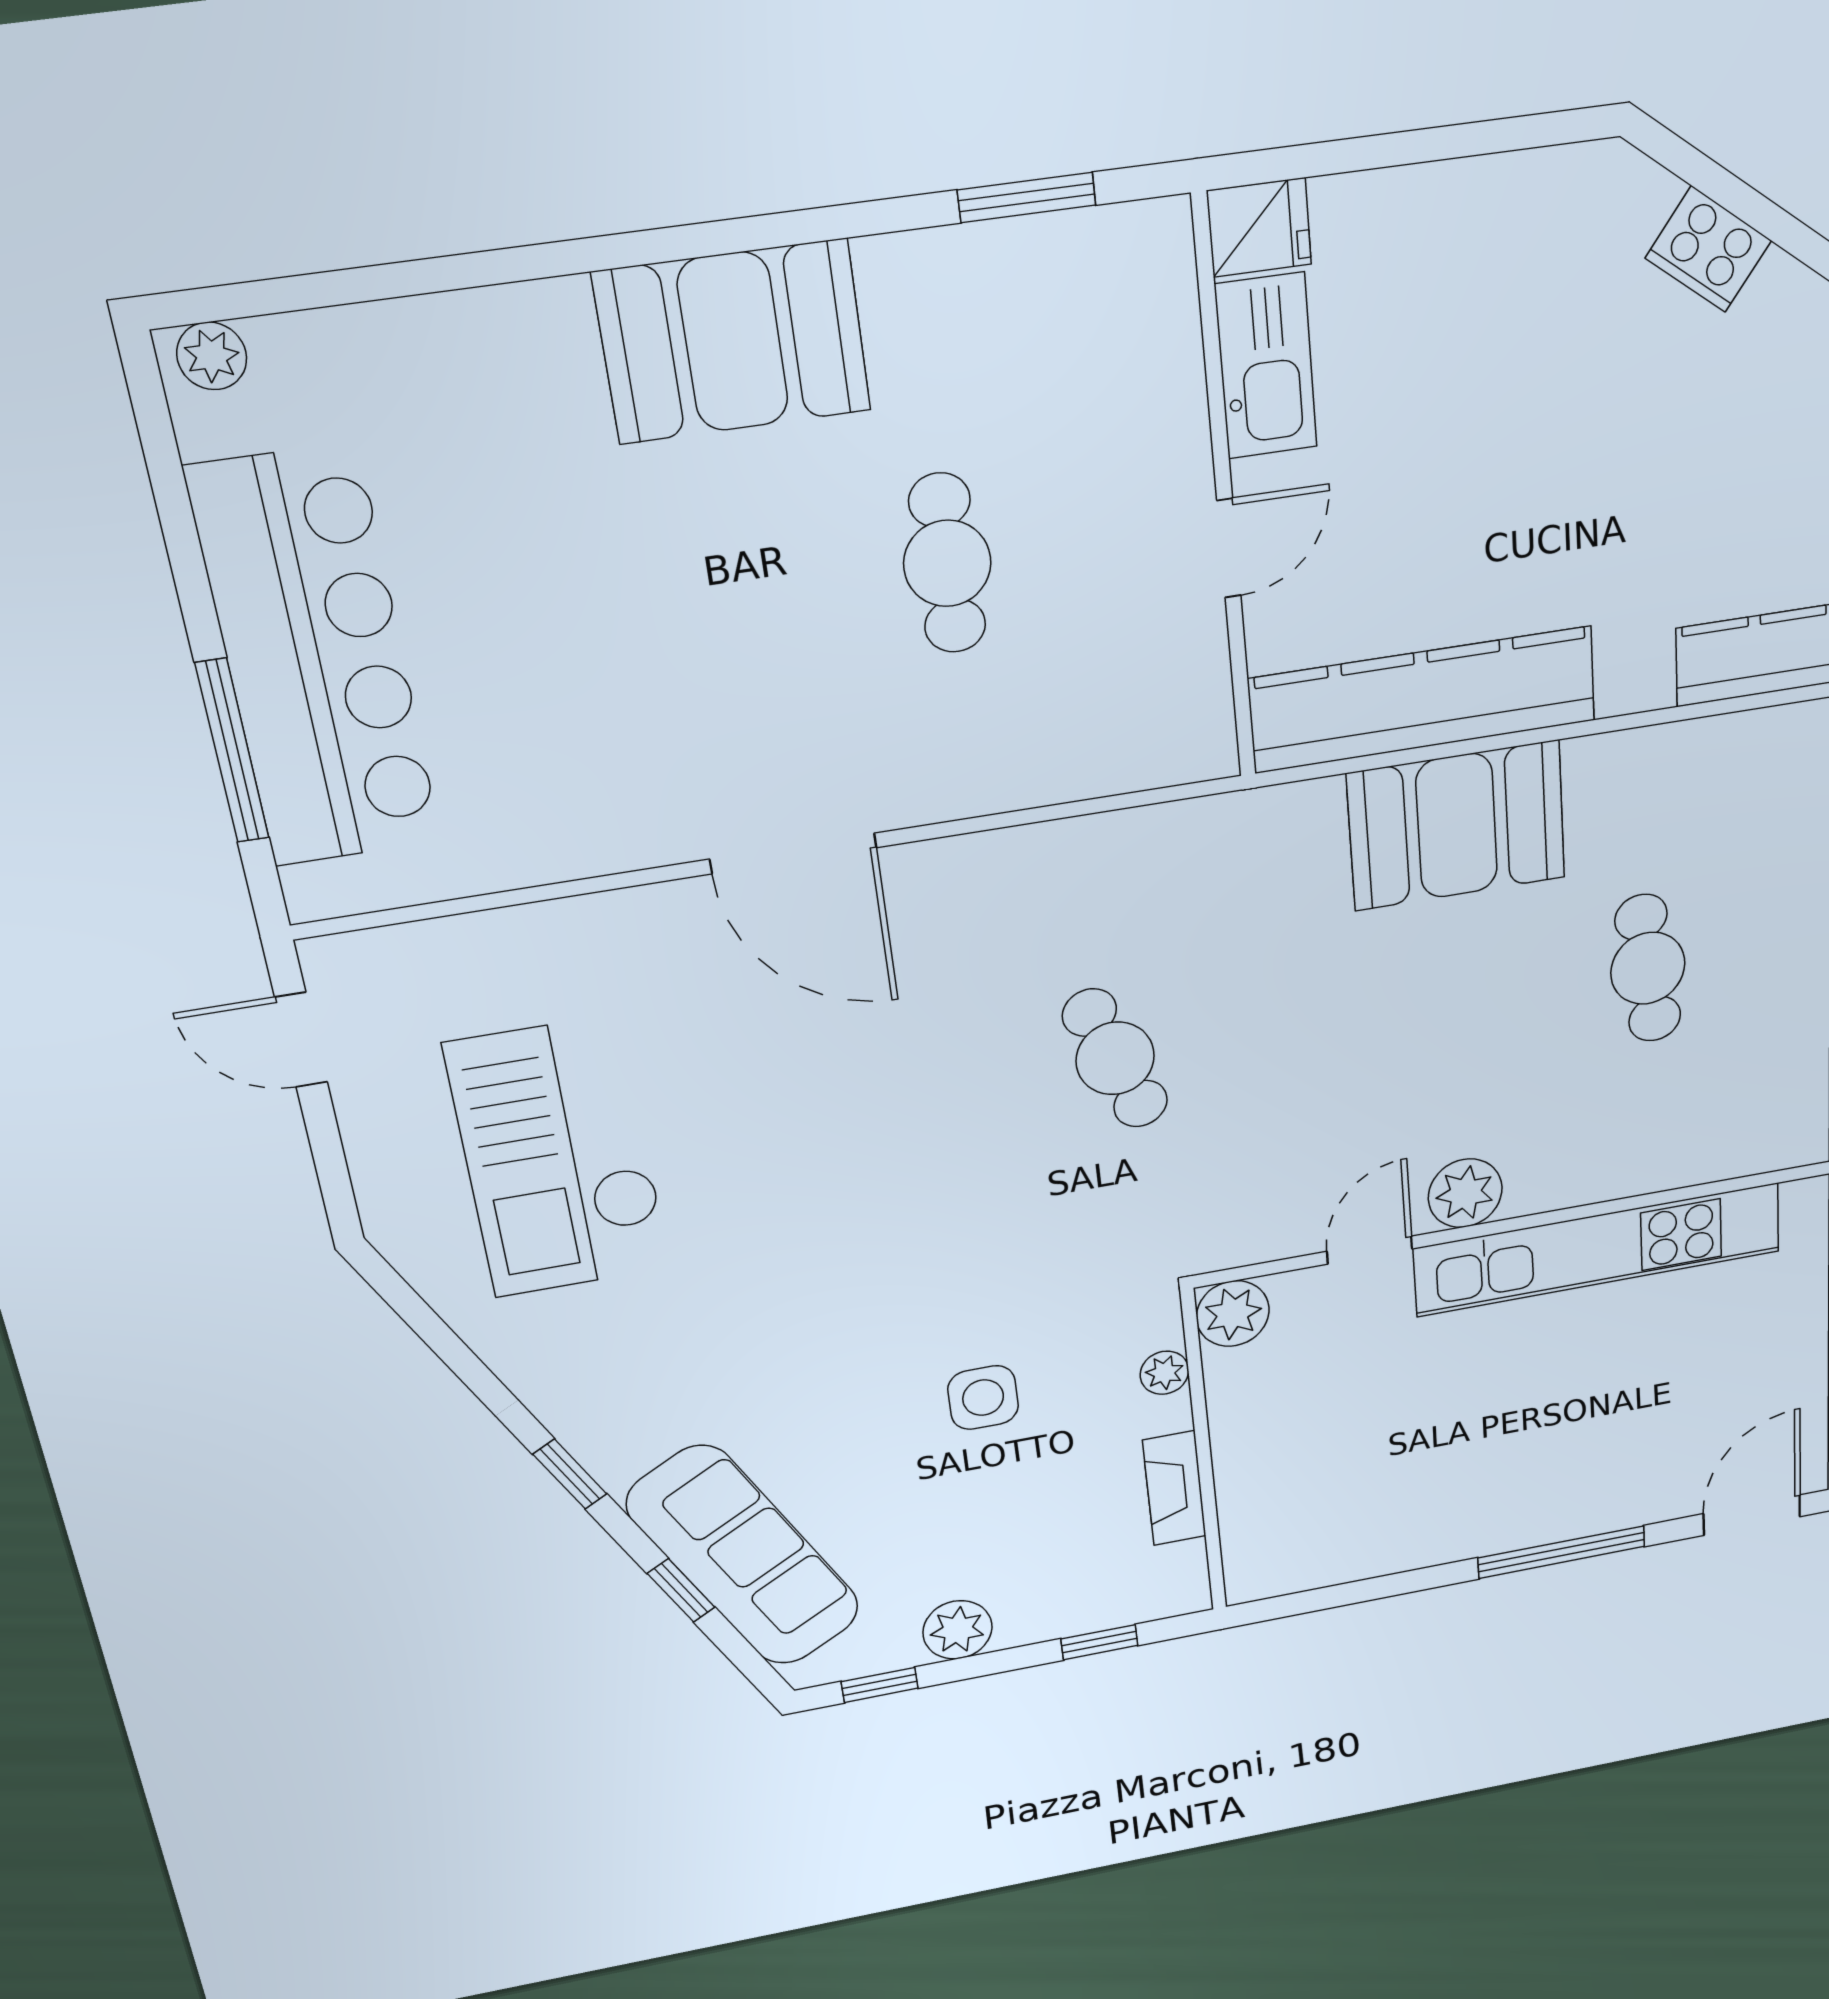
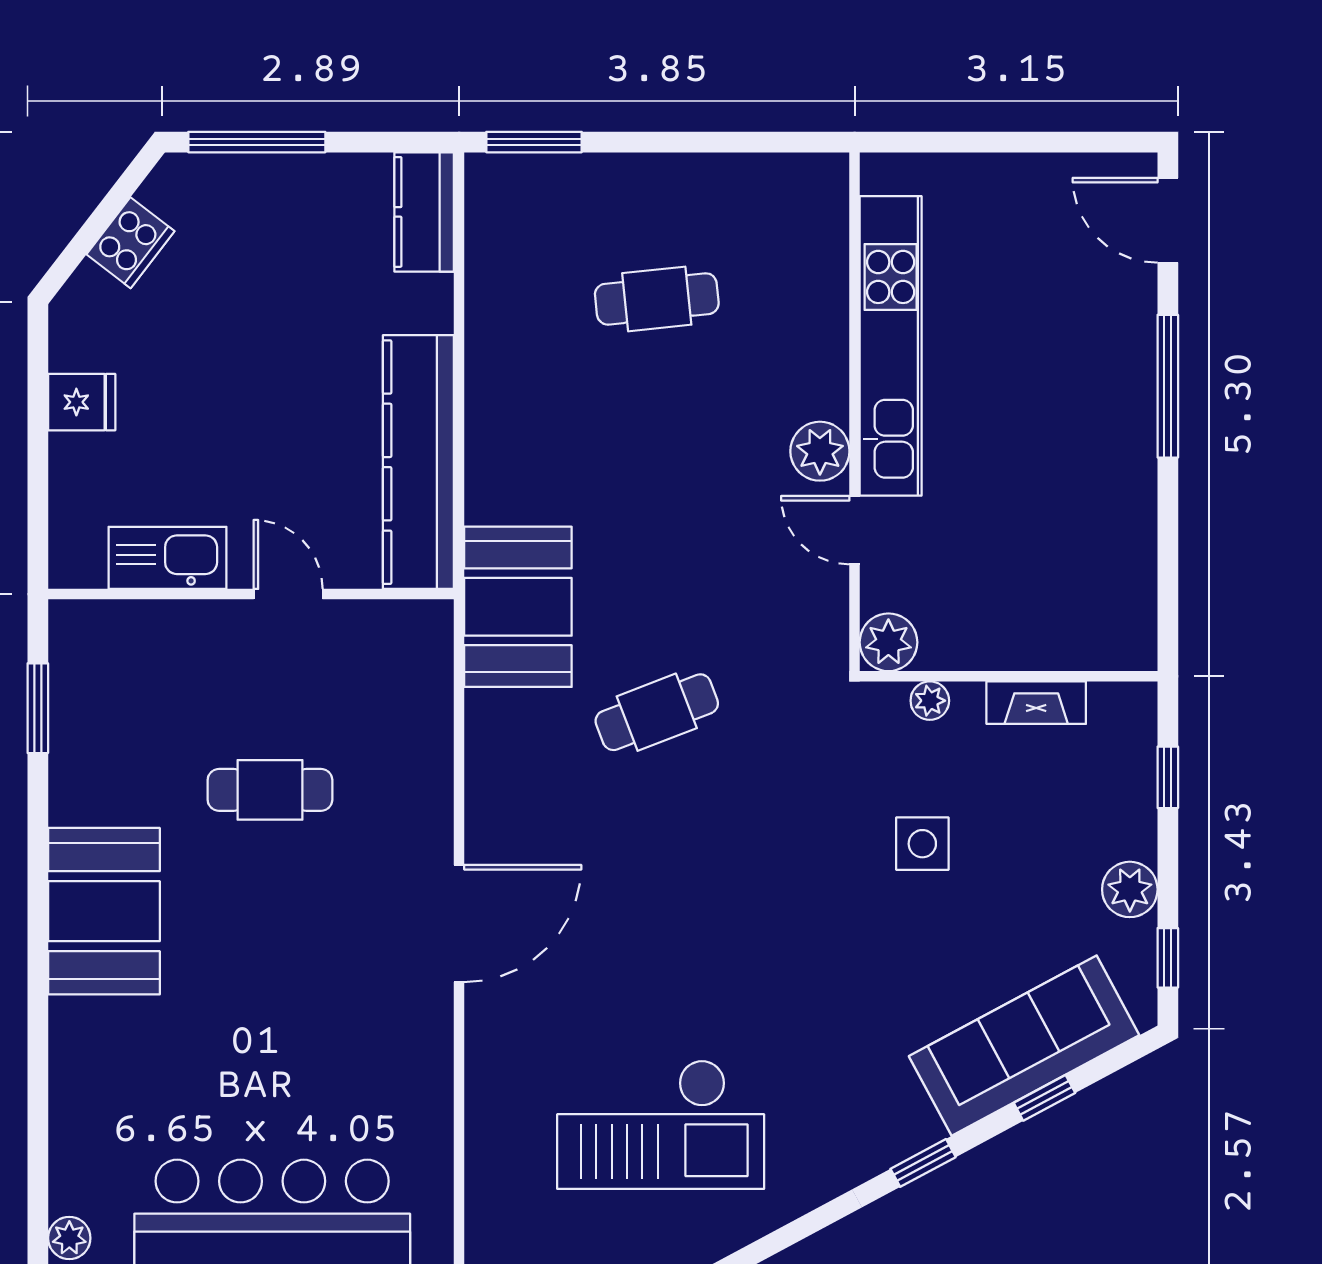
fridge: (1259, 227) -> (82, 402), moved, turned 90
booth: (1457, 826) -> (518, 607), moved

